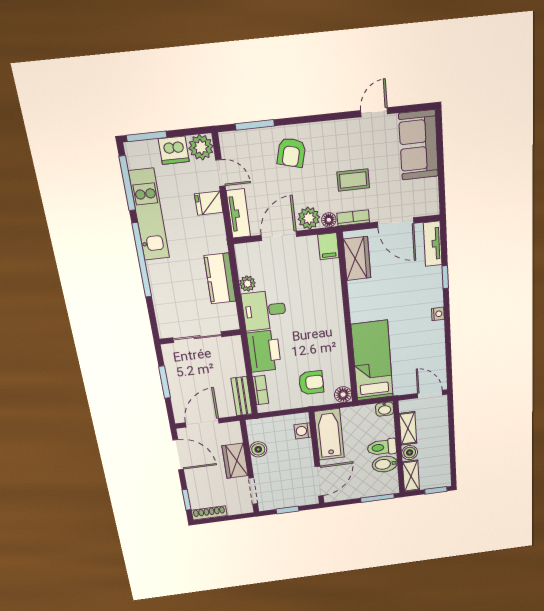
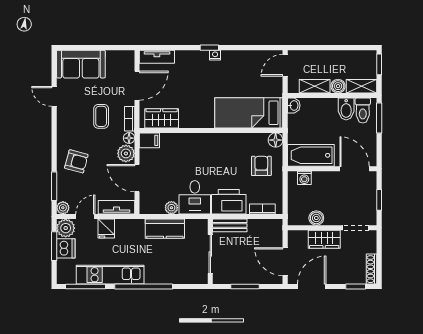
window: (147, 136) -> (54, 246), moved
plant: (228, 140) -> (63, 208), added
window: (445, 277) -> (209, 48), moved
bench: (242, 396) -> (230, 225), moved
toilet: (382, 447) -> (363, 110), moved

